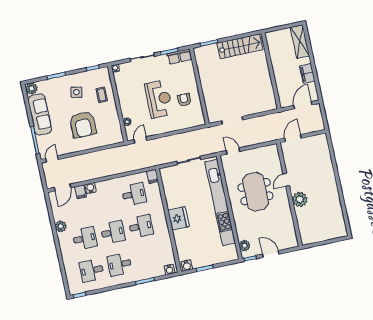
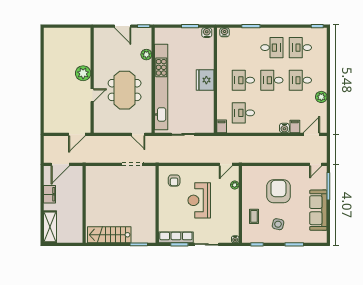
row of seats: (179, 57) -> (176, 237), width x1.48
plant: (31, 89) -> (321, 237), removed
armchair: (184, 100) -> (174, 180), moved
plant: (245, 246) -> (146, 55), moved
desk: (92, 270) -> (300, 48), turned 180

